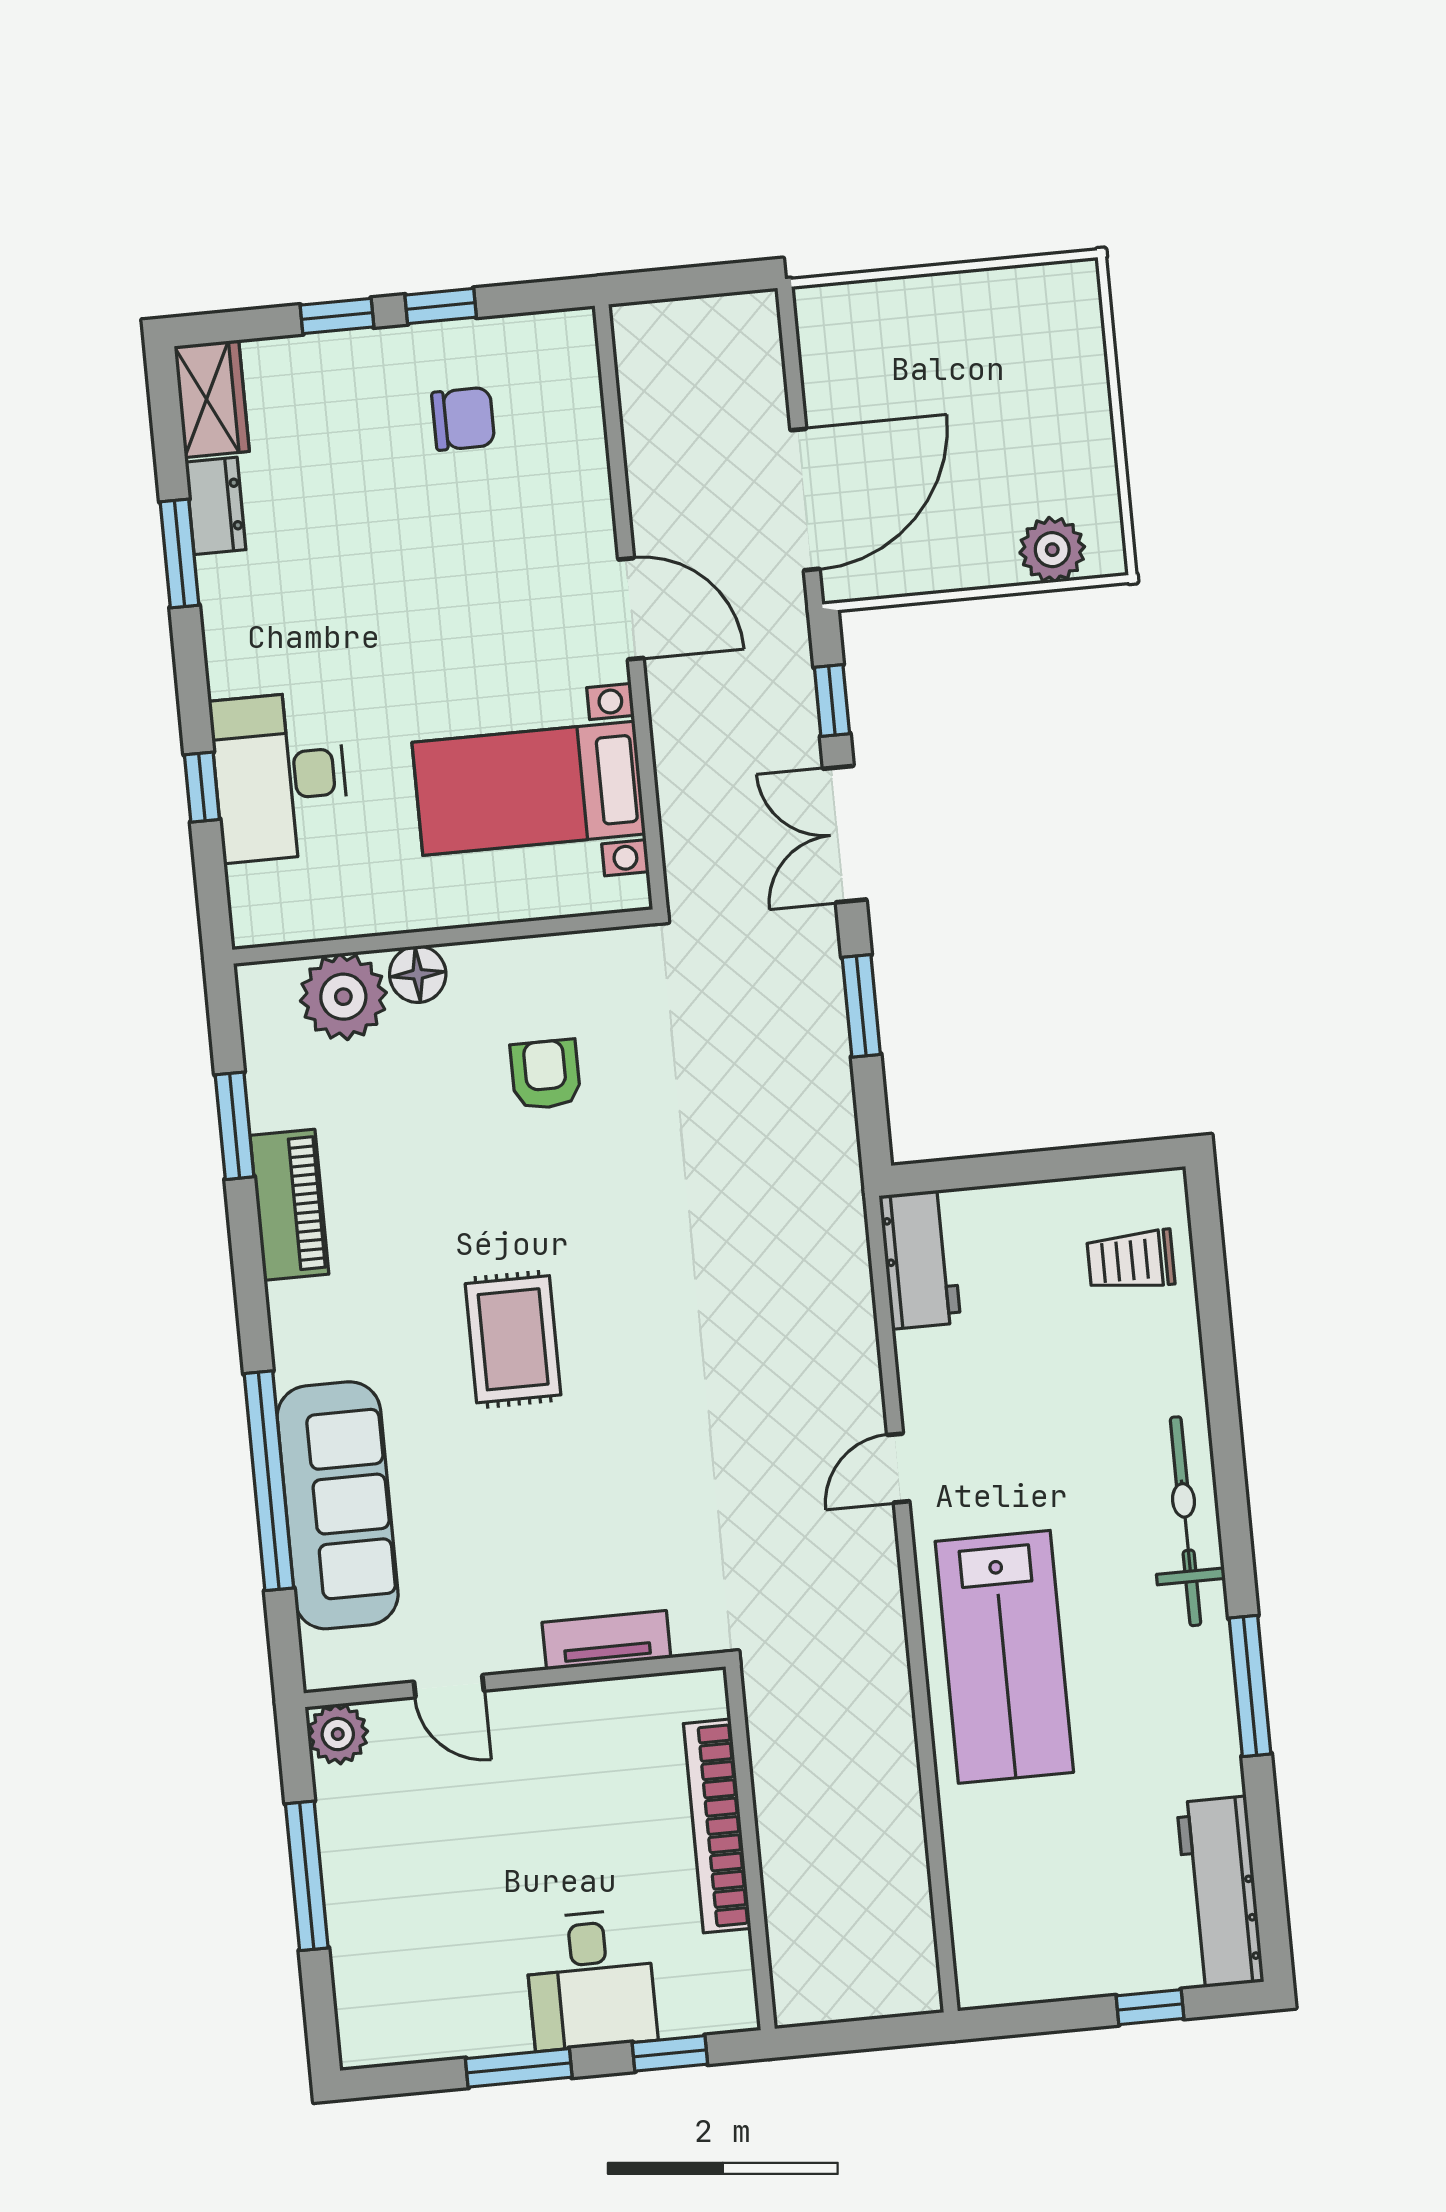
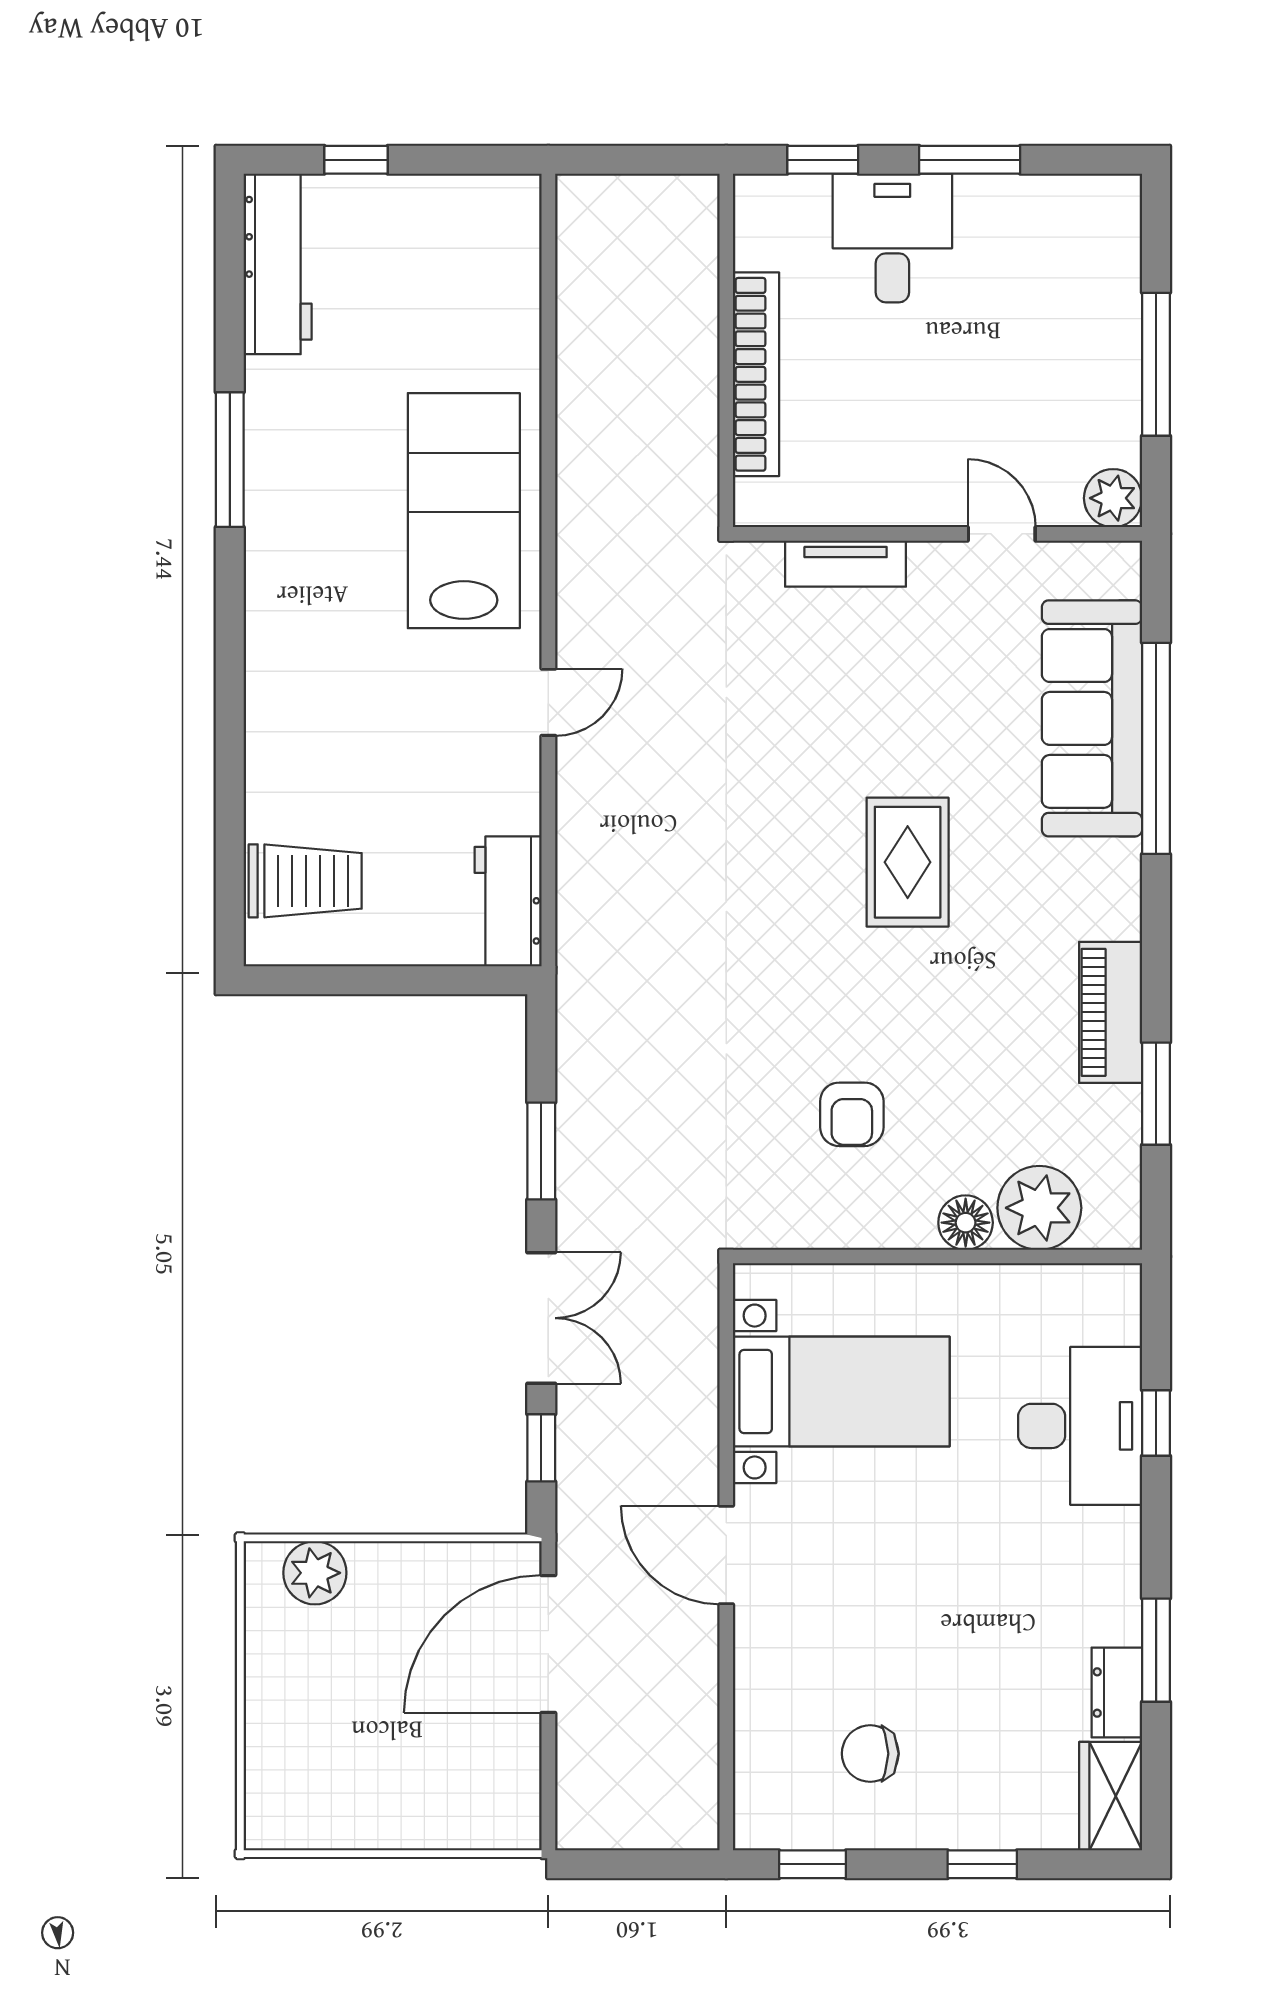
window: (441, 306) -> (813, 1864), moved
trolley: (1131, 1260) -> (305, 881), width x1.36, depth x1.39
bicycle: (1186, 1521) -> (277, 624), removed

